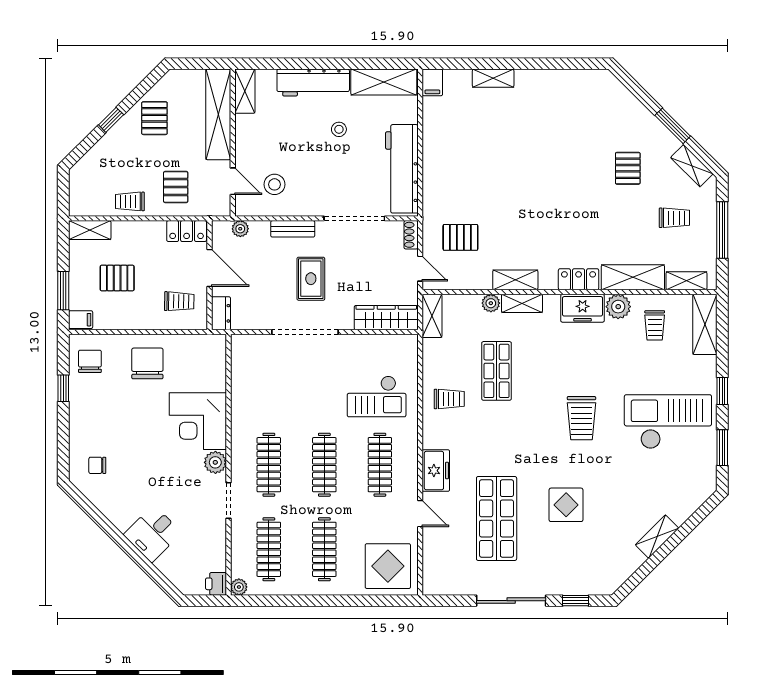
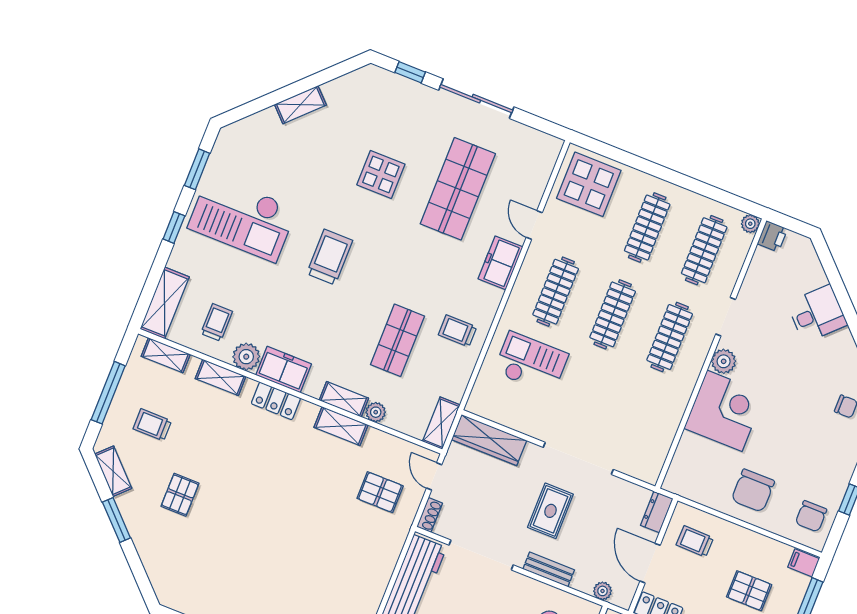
shelving: (633, 277) -> (221, 377), width x0.67, depth x0.75

